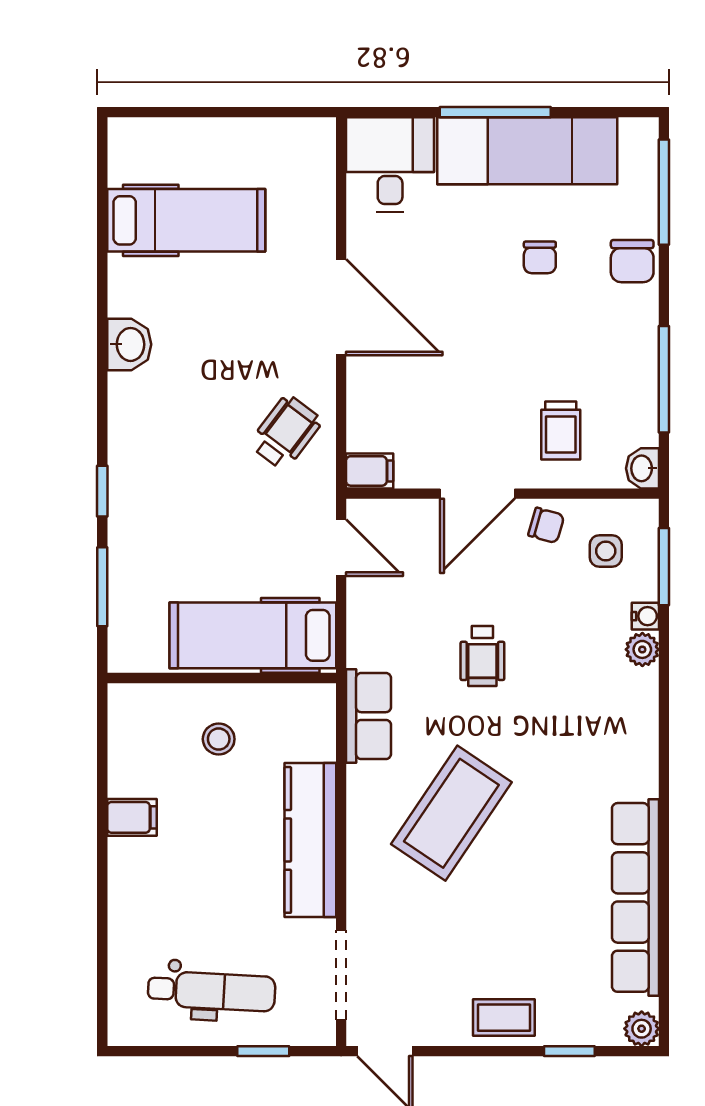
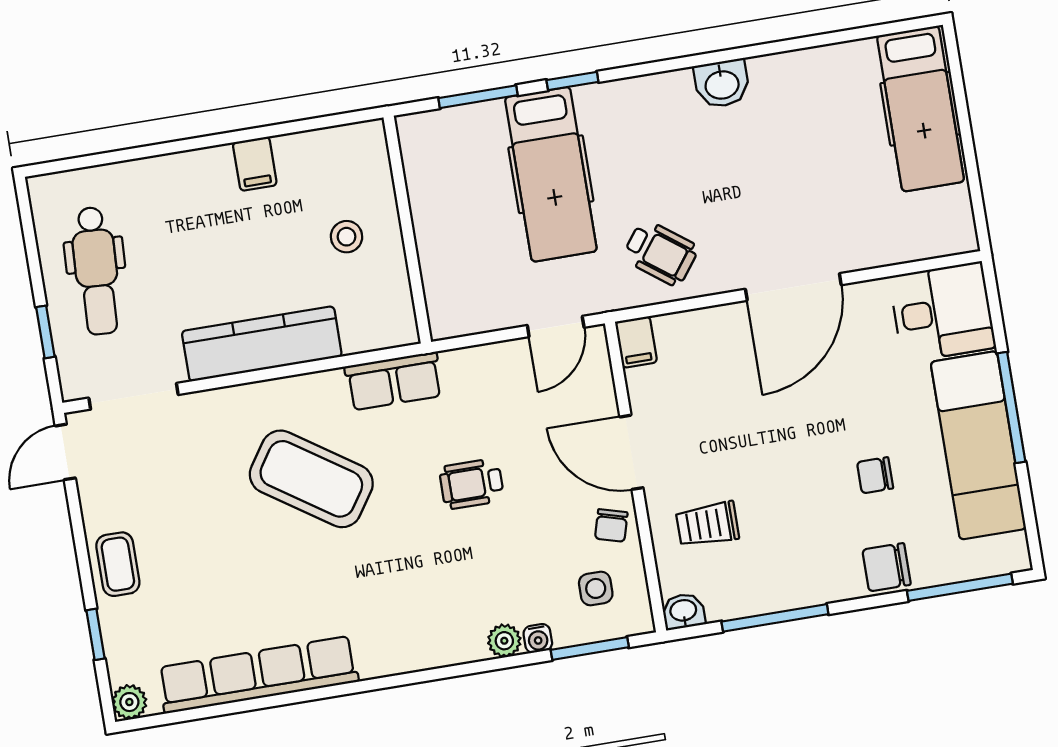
hospital bed: (186, 220) -> (921, 109), moved
hospital bed: (253, 635) -> (551, 174), moved, turned 180

